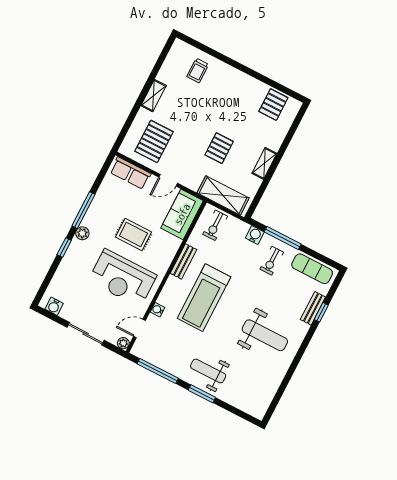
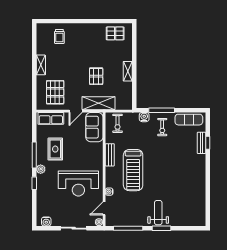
pallet: (273, 105) -> (115, 33), turned 90
shelving: (223, 195) -> (98, 103), moved
rug: (133, 235) -> (55, 149), moved, turned 90
weight bench: (265, 335) -> (181, 174), removed
weight bench: (208, 371) -> (158, 213), turned 90

